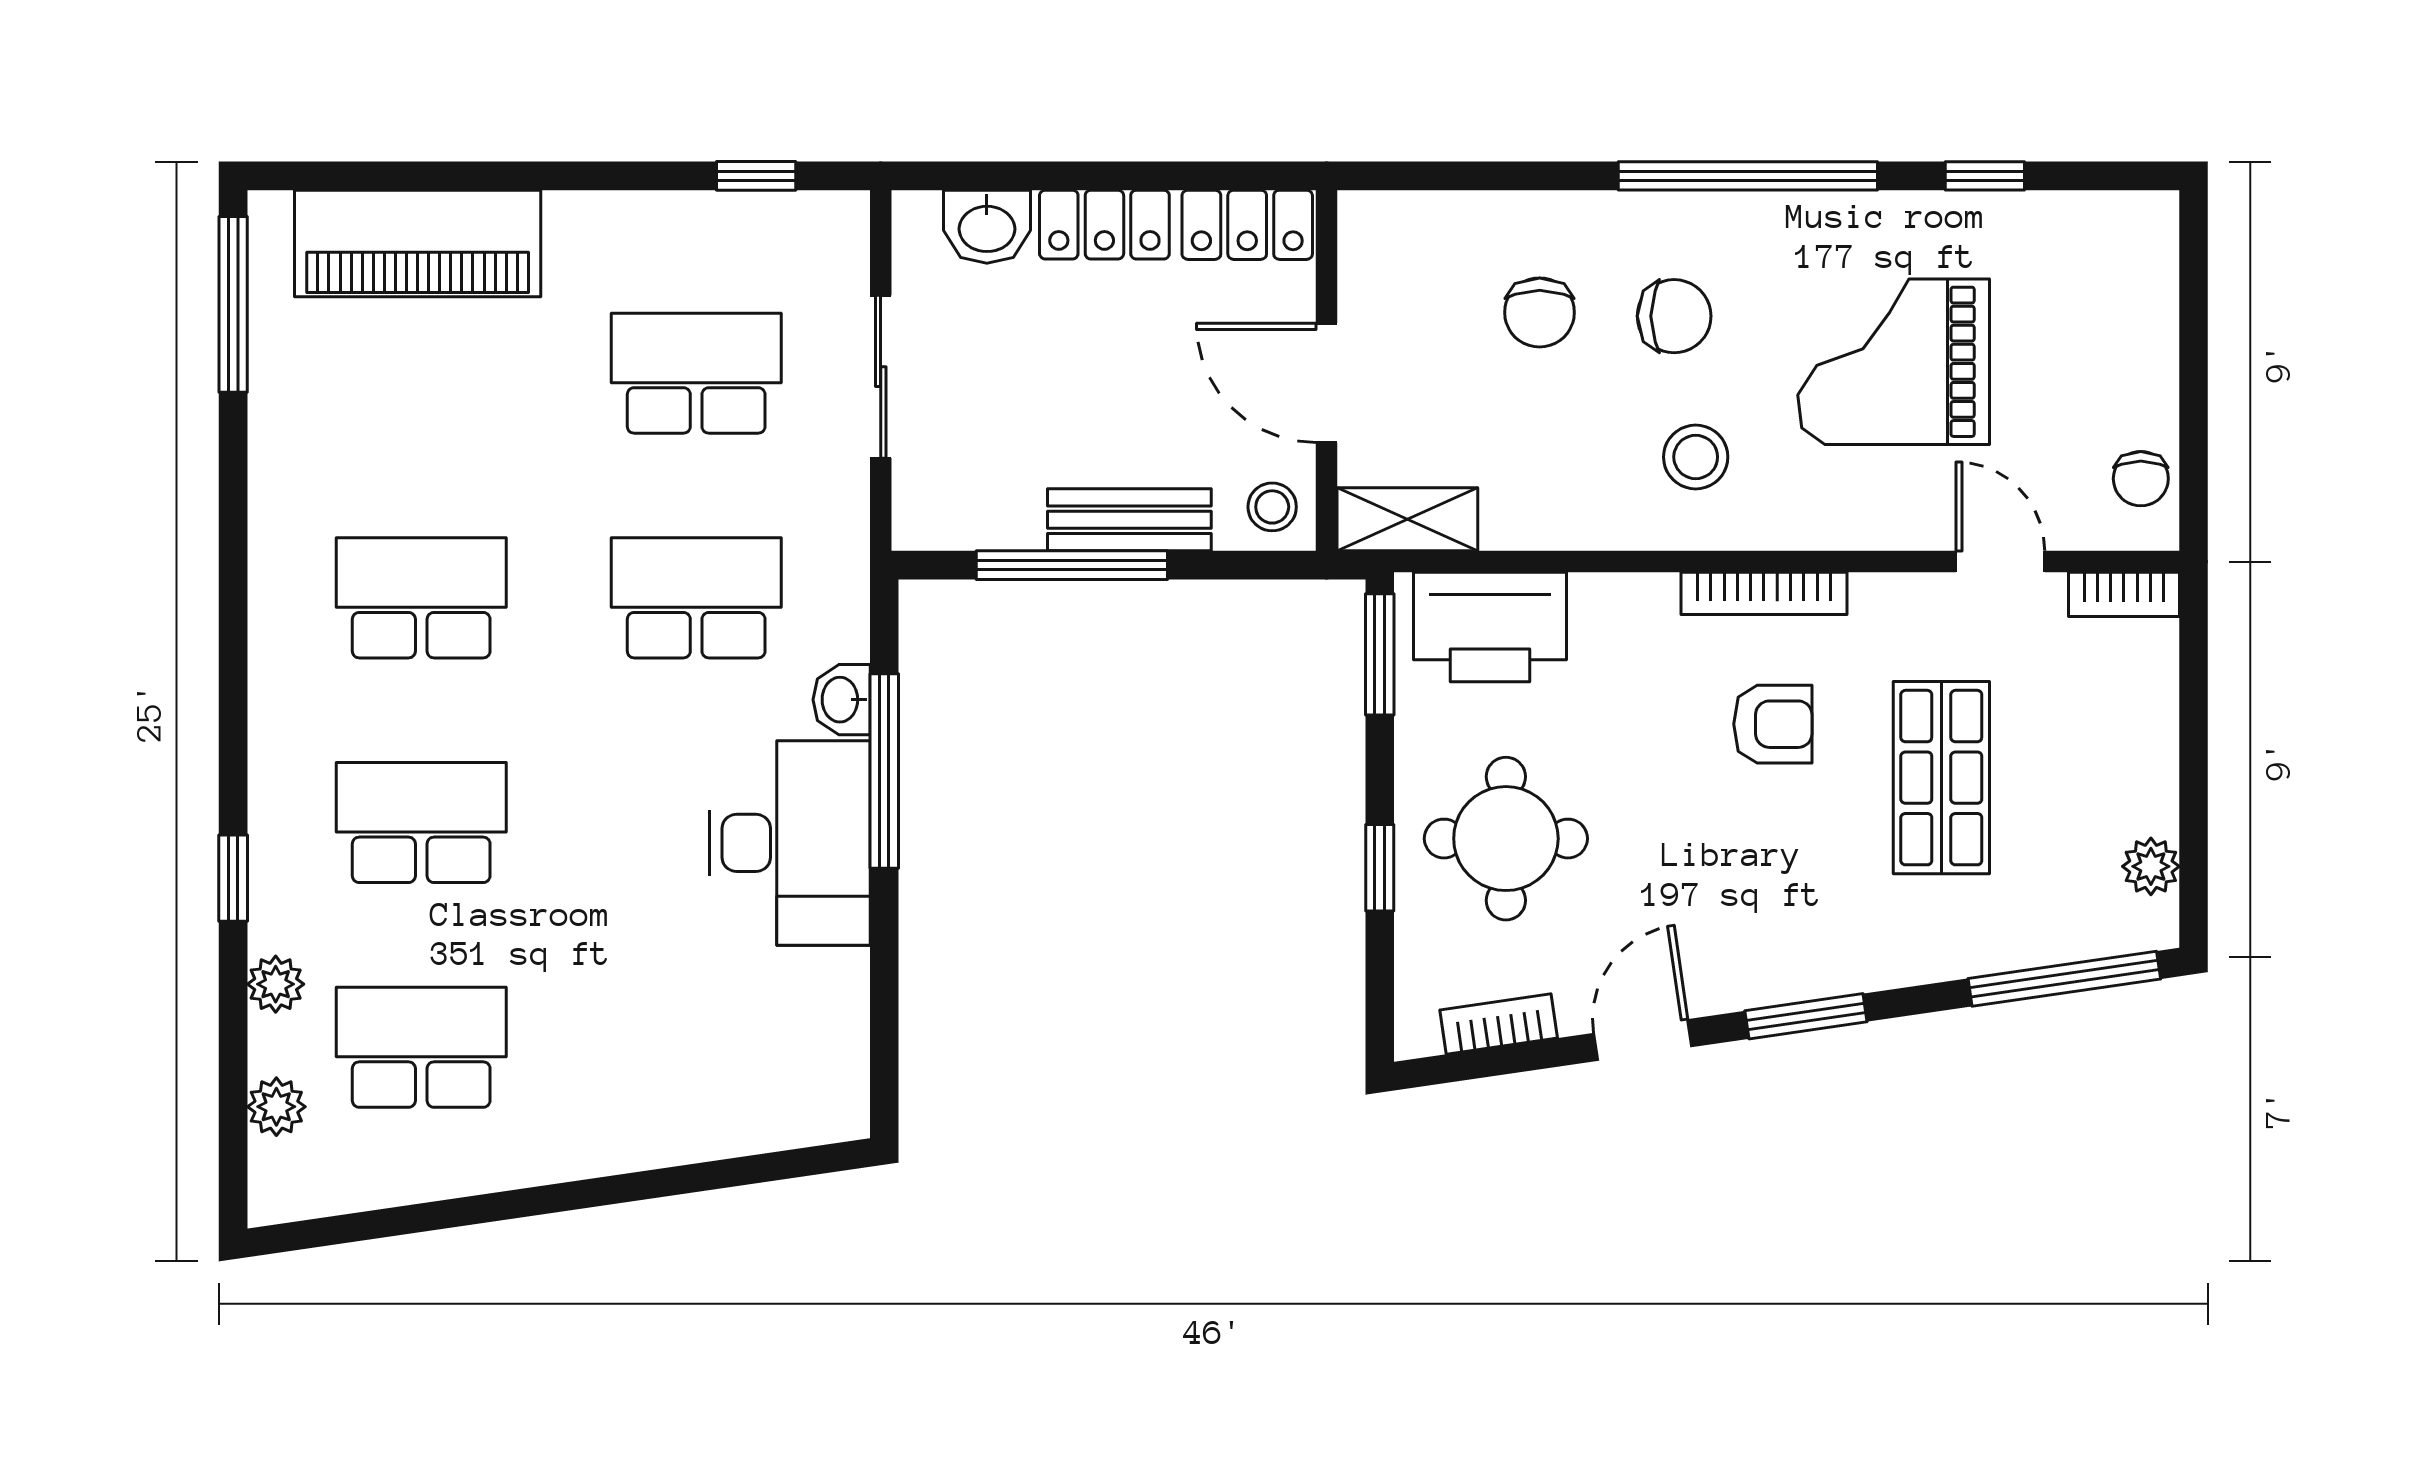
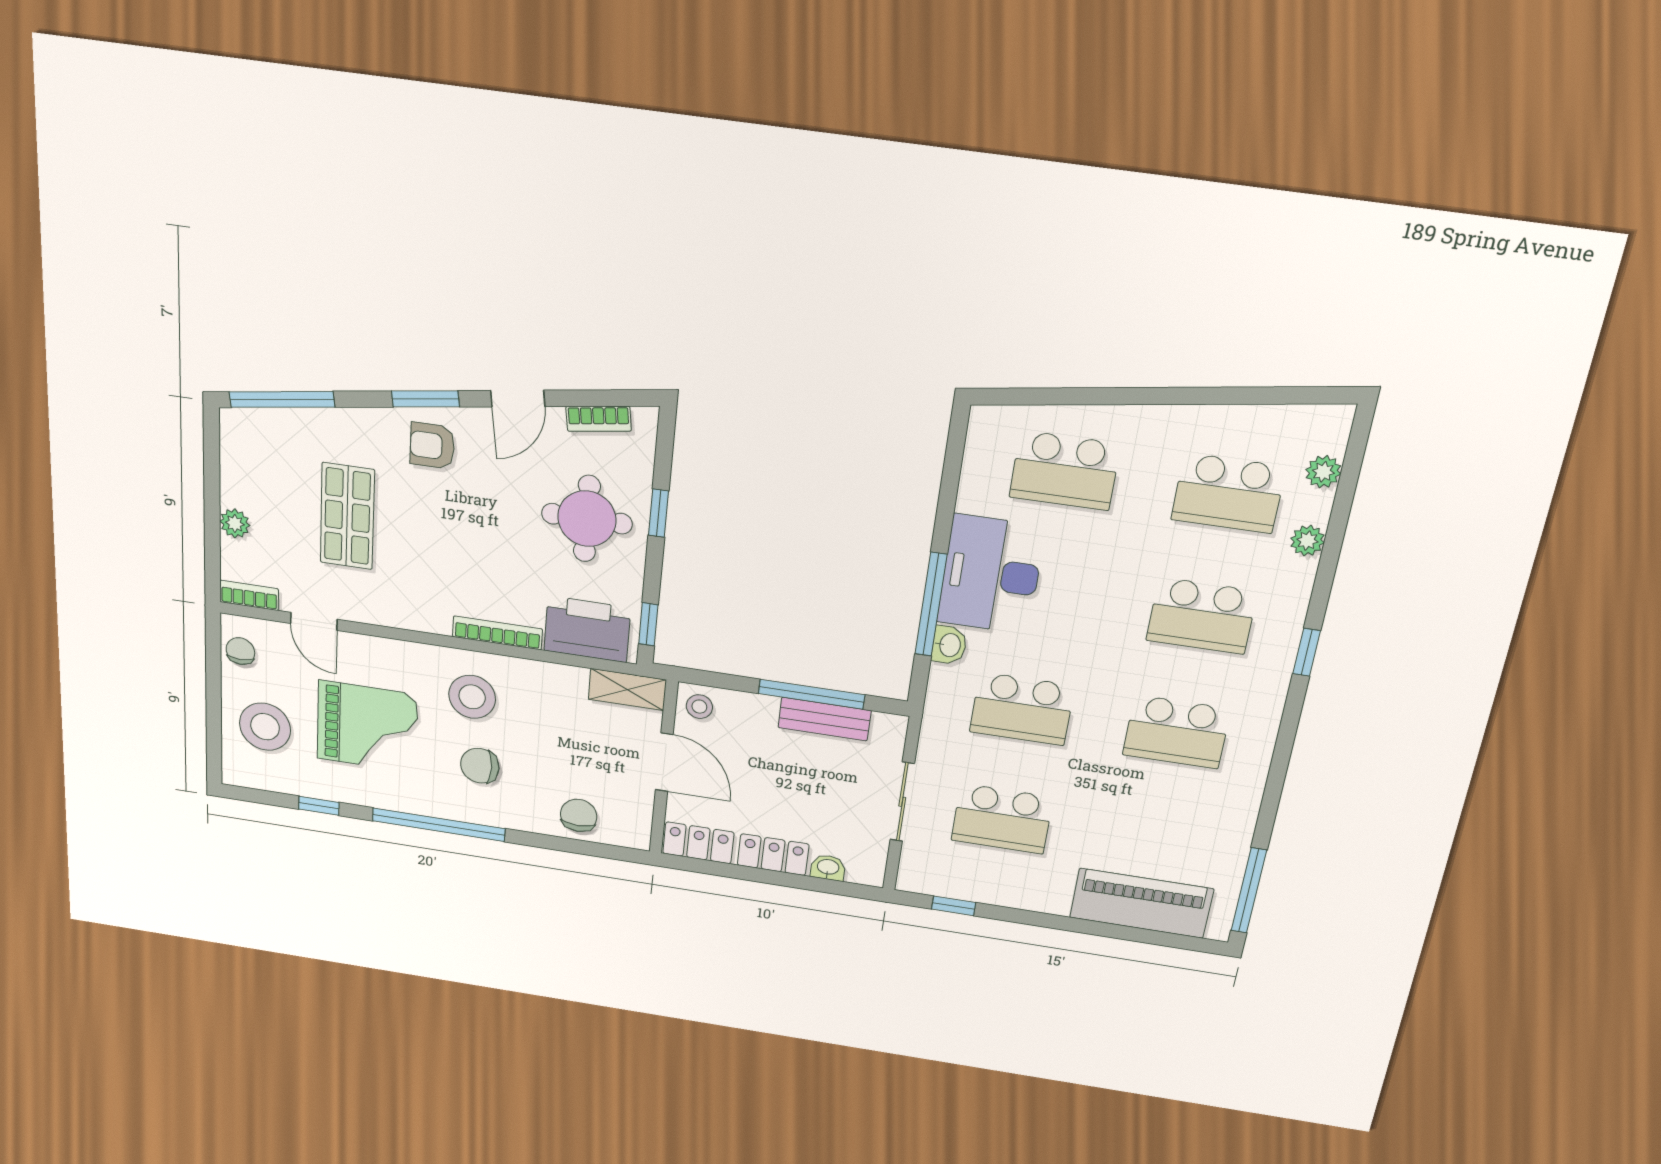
washbasin: (987, 227) -> (828, 868), width x0.72, depth x0.69
chair: (1540, 312) -> (579, 815), moved
stool: (2093, 329) -> (265, 727), added
stool: (1696, 457) -> (472, 697), width x1.38, depth x1.38
bench: (1129, 520) -> (824, 719), moved
bookcase: (1764, 593) -> (497, 633), moved
window: (1380, 654) -> (648, 624), width x0.67
armchair: (1773, 724) -> (432, 446), moved
plant: (2151, 866) -> (235, 523), moved
window: (233, 878) -> (1307, 652), moved
school desk: (696, 1047) -> (1065, 471), added

